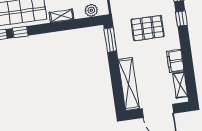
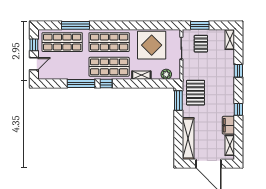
window: (181, 18) -> (238, 109), moved
pallet: (148, 28) -> (196, 93), moved, turned 90

